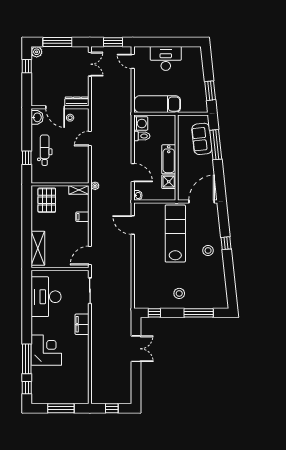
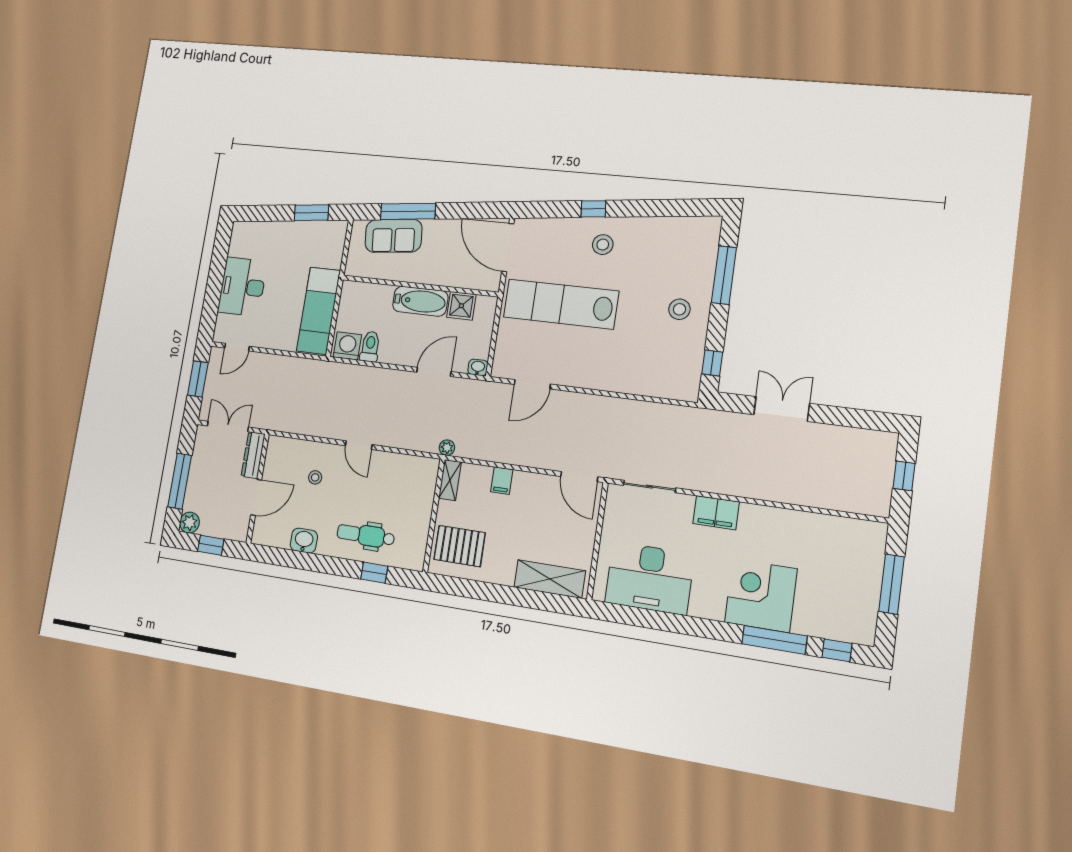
dresser: (77, 102) -> (253, 455), moved
door: (55, 107) -> (256, 497), moved
wall: (60, 107) -> (258, 488), moved

